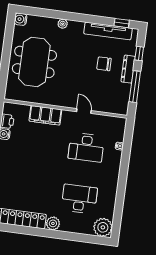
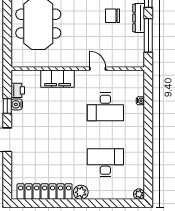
plant: (103, 227) -> (139, 194), width x0.53, depth x0.53

